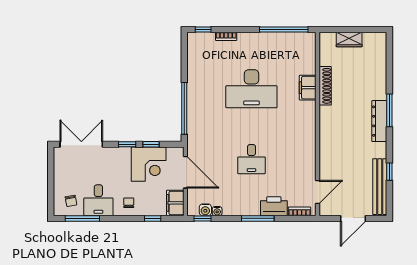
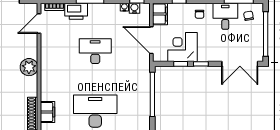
plant: (329, 140) -> (29, 67), added
desk: (251, 159) -> (95, 51), width x1.37
window: (51, 179) -> (266, 34), added

